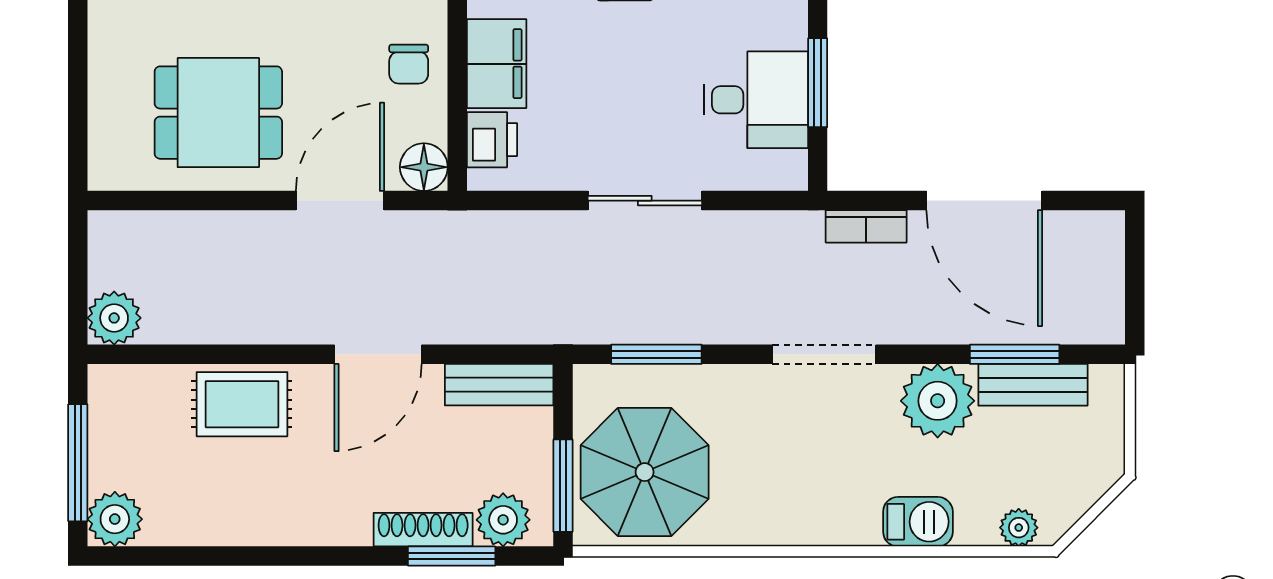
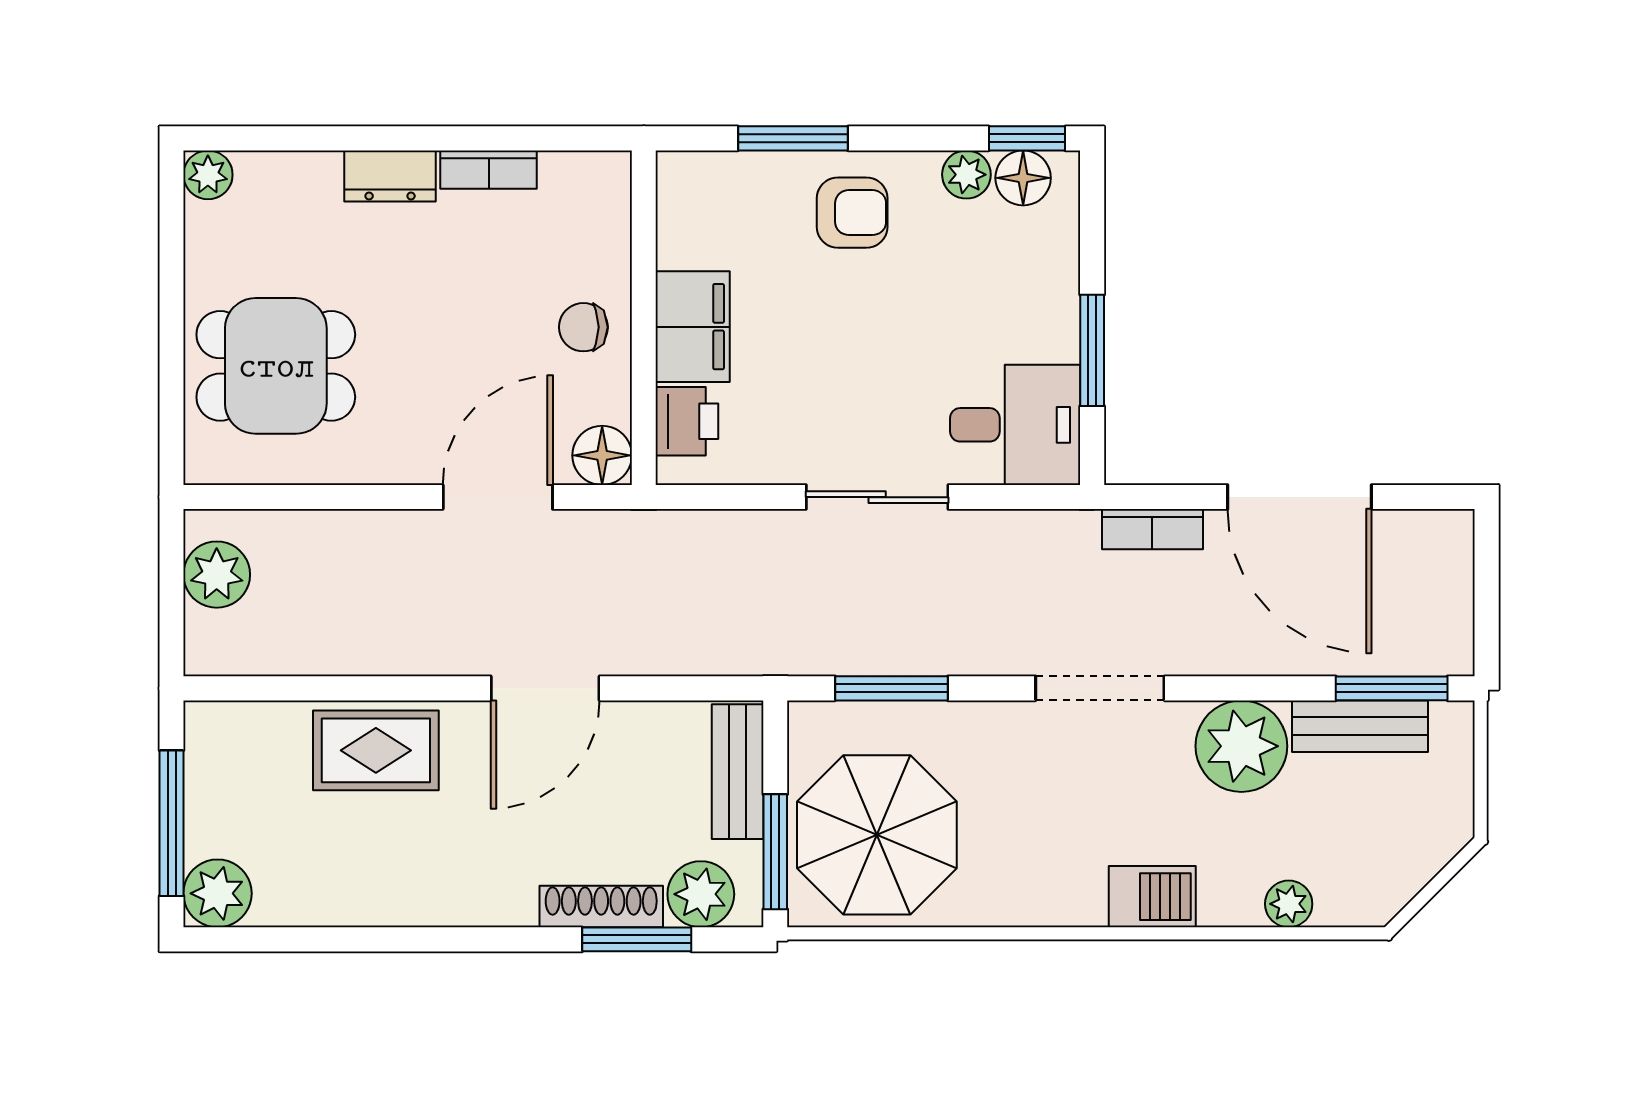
chair: (409, 64) -> (583, 327), turned 90
desk: (756, 100) -> (1015, 425), moved
dining table: (218, 113) -> (276, 366), moved
plant: (114, 318) -> (217, 575), moved
window: (1015, 354) -> (1392, 688), moved
bench: (499, 385) -> (738, 772), moved, turned 90
barbecue: (918, 522) -> (1152, 897), moved
plant: (1019, 528) -> (1289, 904), moved

